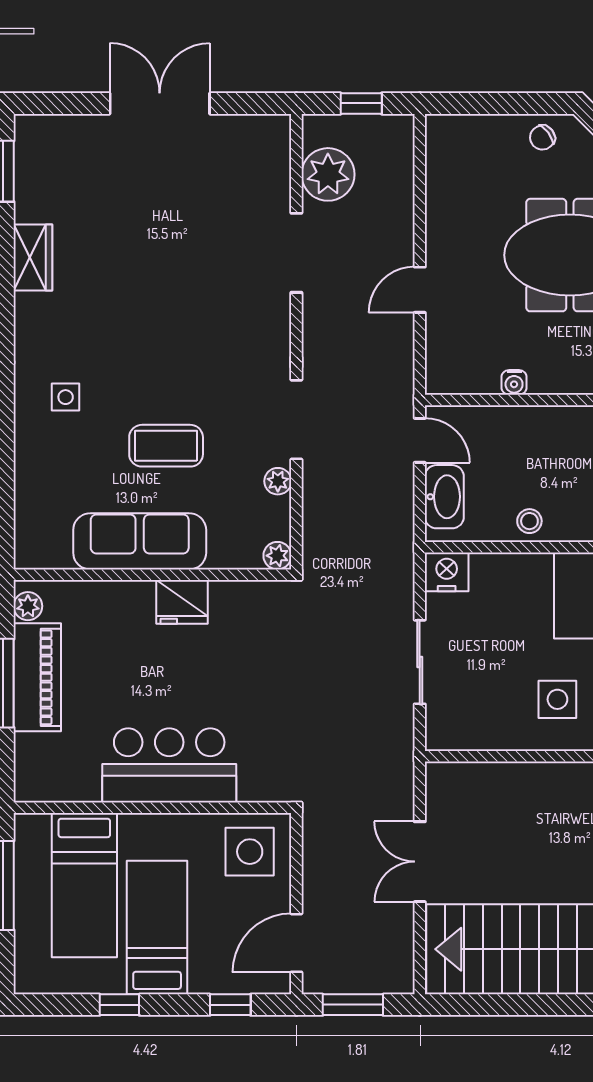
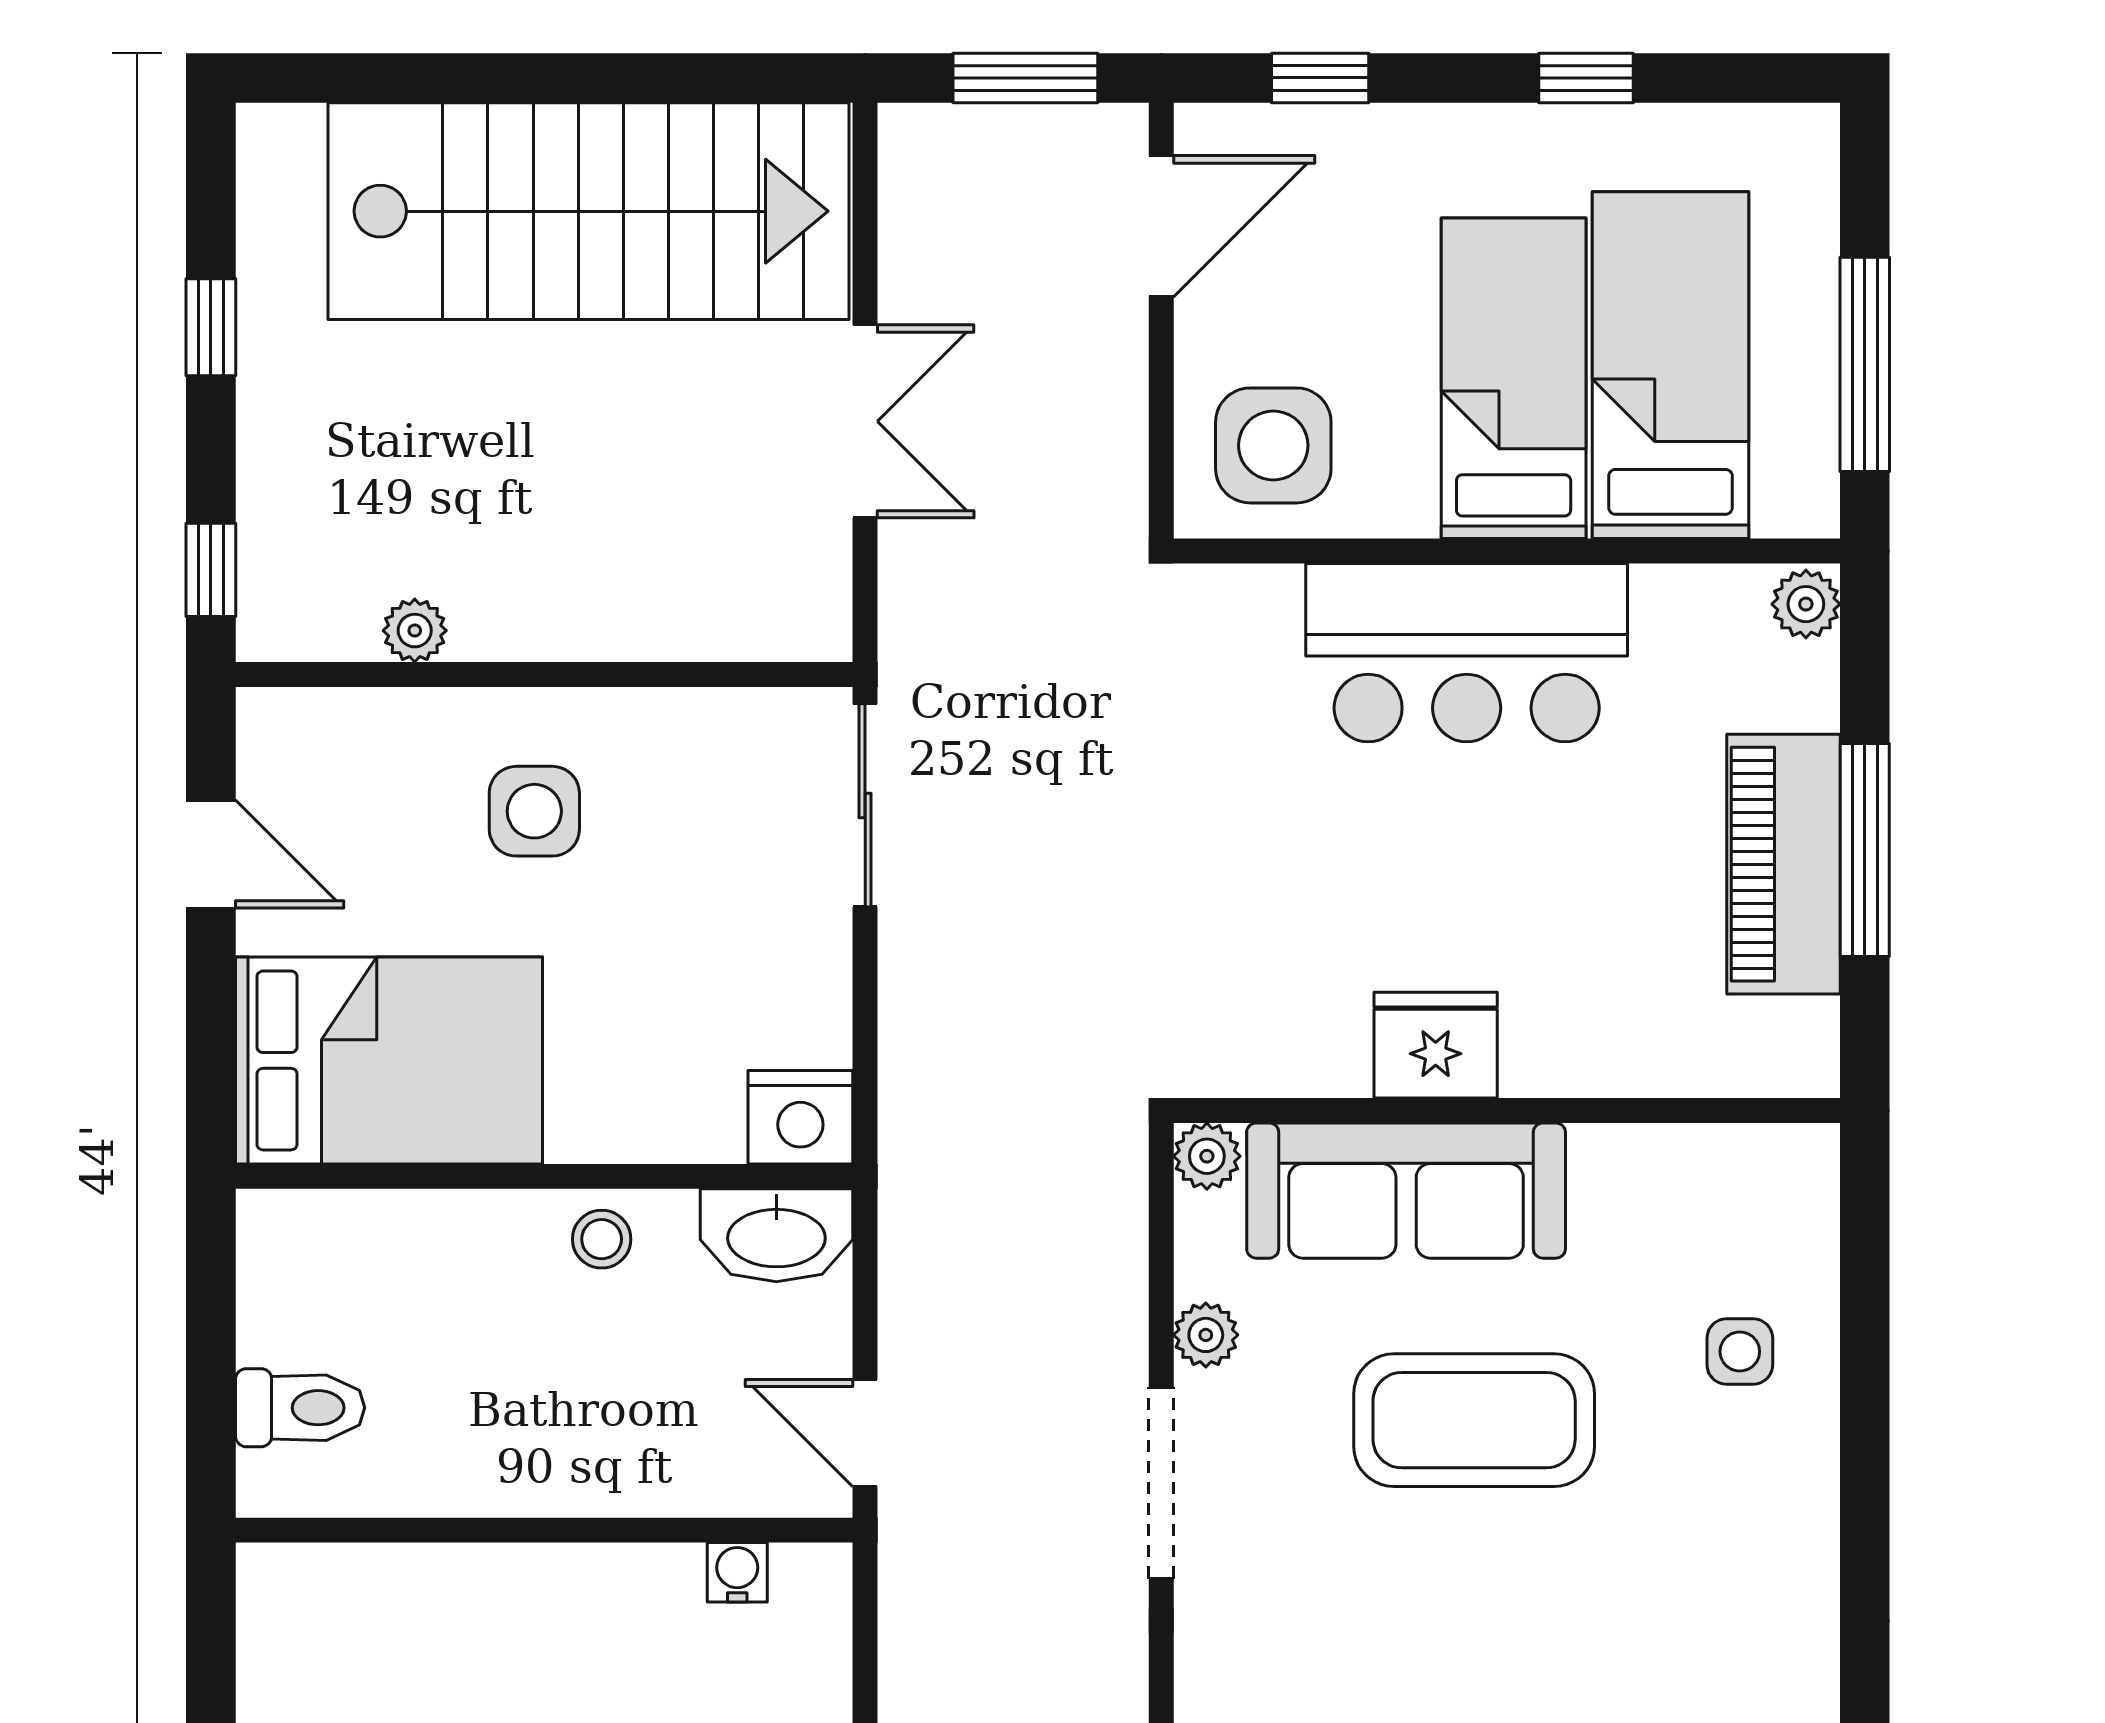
water cooler: (514, 382) -> (737, 1572), moved
side table: (66, 397) -> (1740, 1352), moved
coffee table: (166, 446) -> (1474, 1420), width x1.36, depth x1.32
washbasin: (444, 497) -> (776, 1235), moved, turned -90
sofa: (140, 541) -> (1406, 1191), moved
plant: (28, 606) -> (1806, 604), moved
sliding door: (420, 662) -> (865, 805), moved
bed: (157, 928) -> (1514, 378), moved, turned 180

